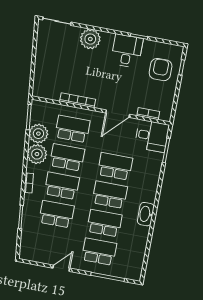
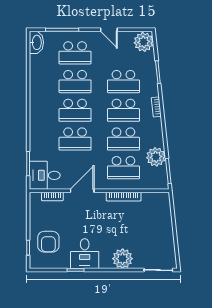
plant: (37, 154) -> (144, 42), moved
washbasin: (146, 214) -> (36, 42), moved
door: (61, 268) -> (109, 30), hinge flipped

